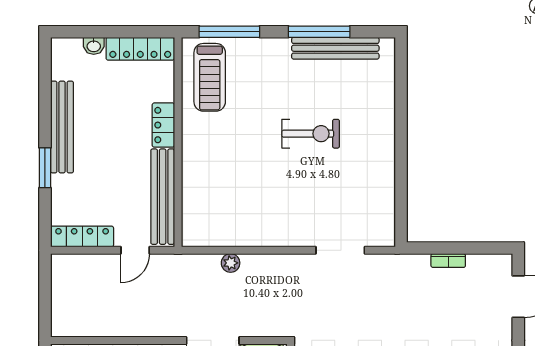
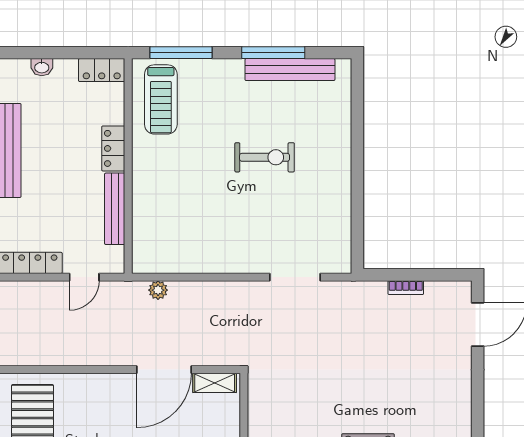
locker: (140, 49) -> (102, 70), width x0.66
bench: (163, 197) -> (115, 209), width x0.73, depth x0.82
plant: (231, 263) -> (158, 290), moved

